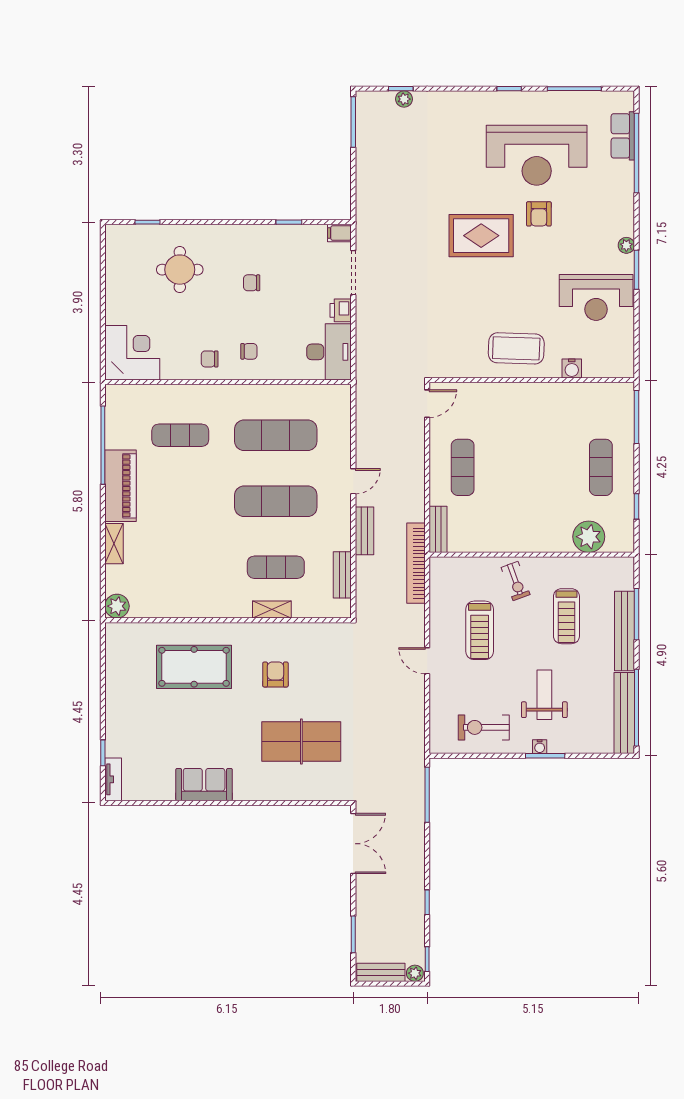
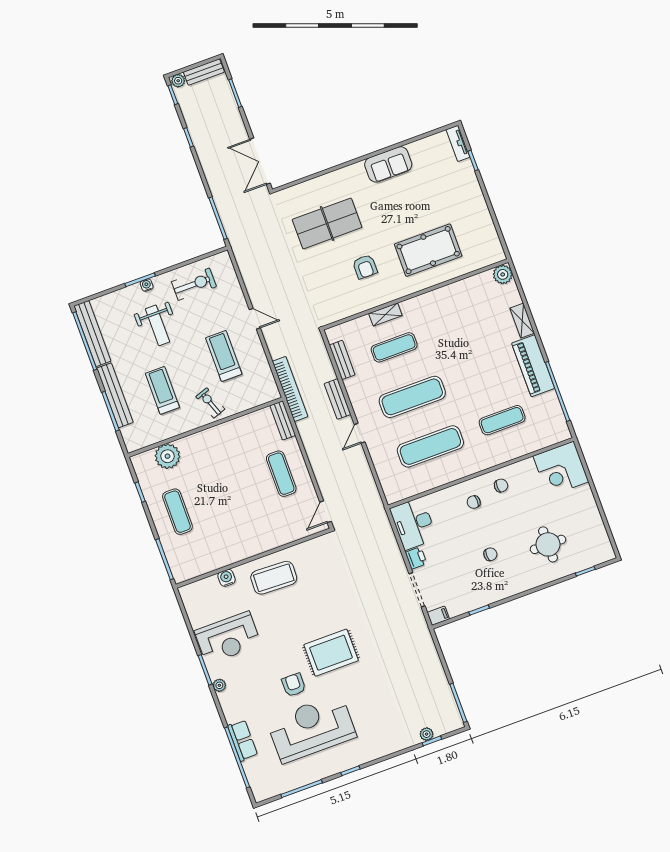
row of seats: (623, 136) -> (243, 740), moved
reception desk: (596, 297) -> (228, 638), turned 180

